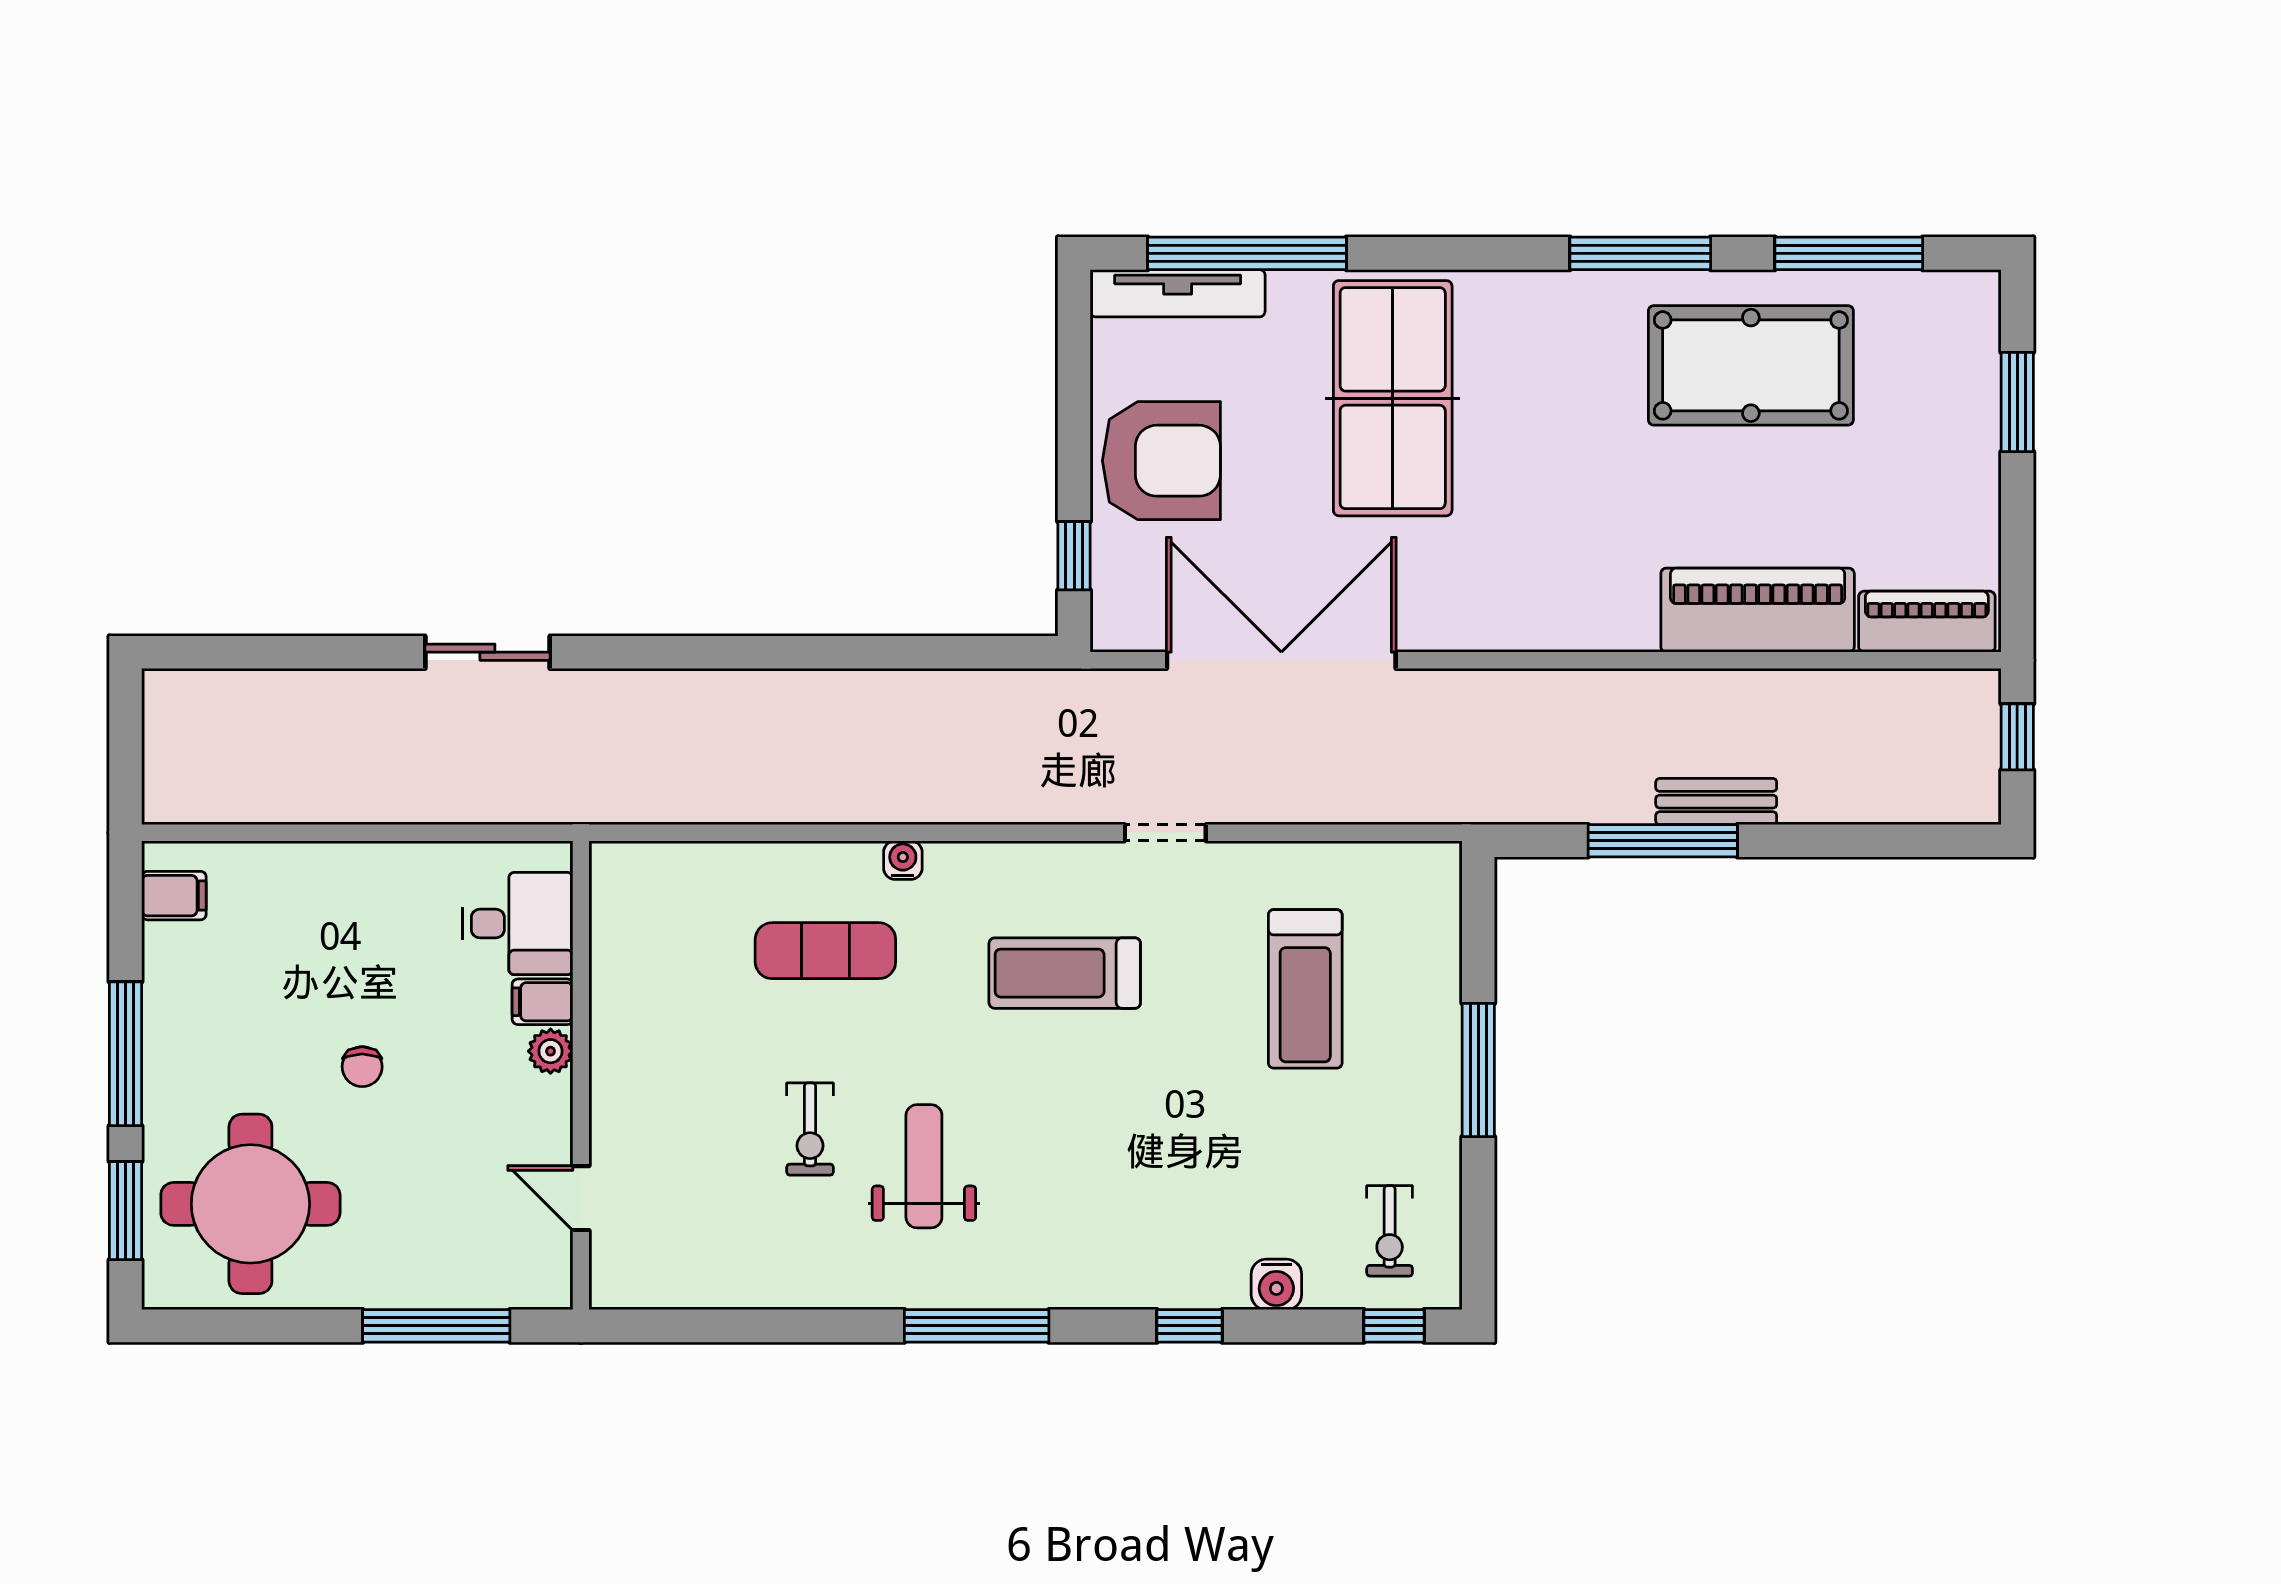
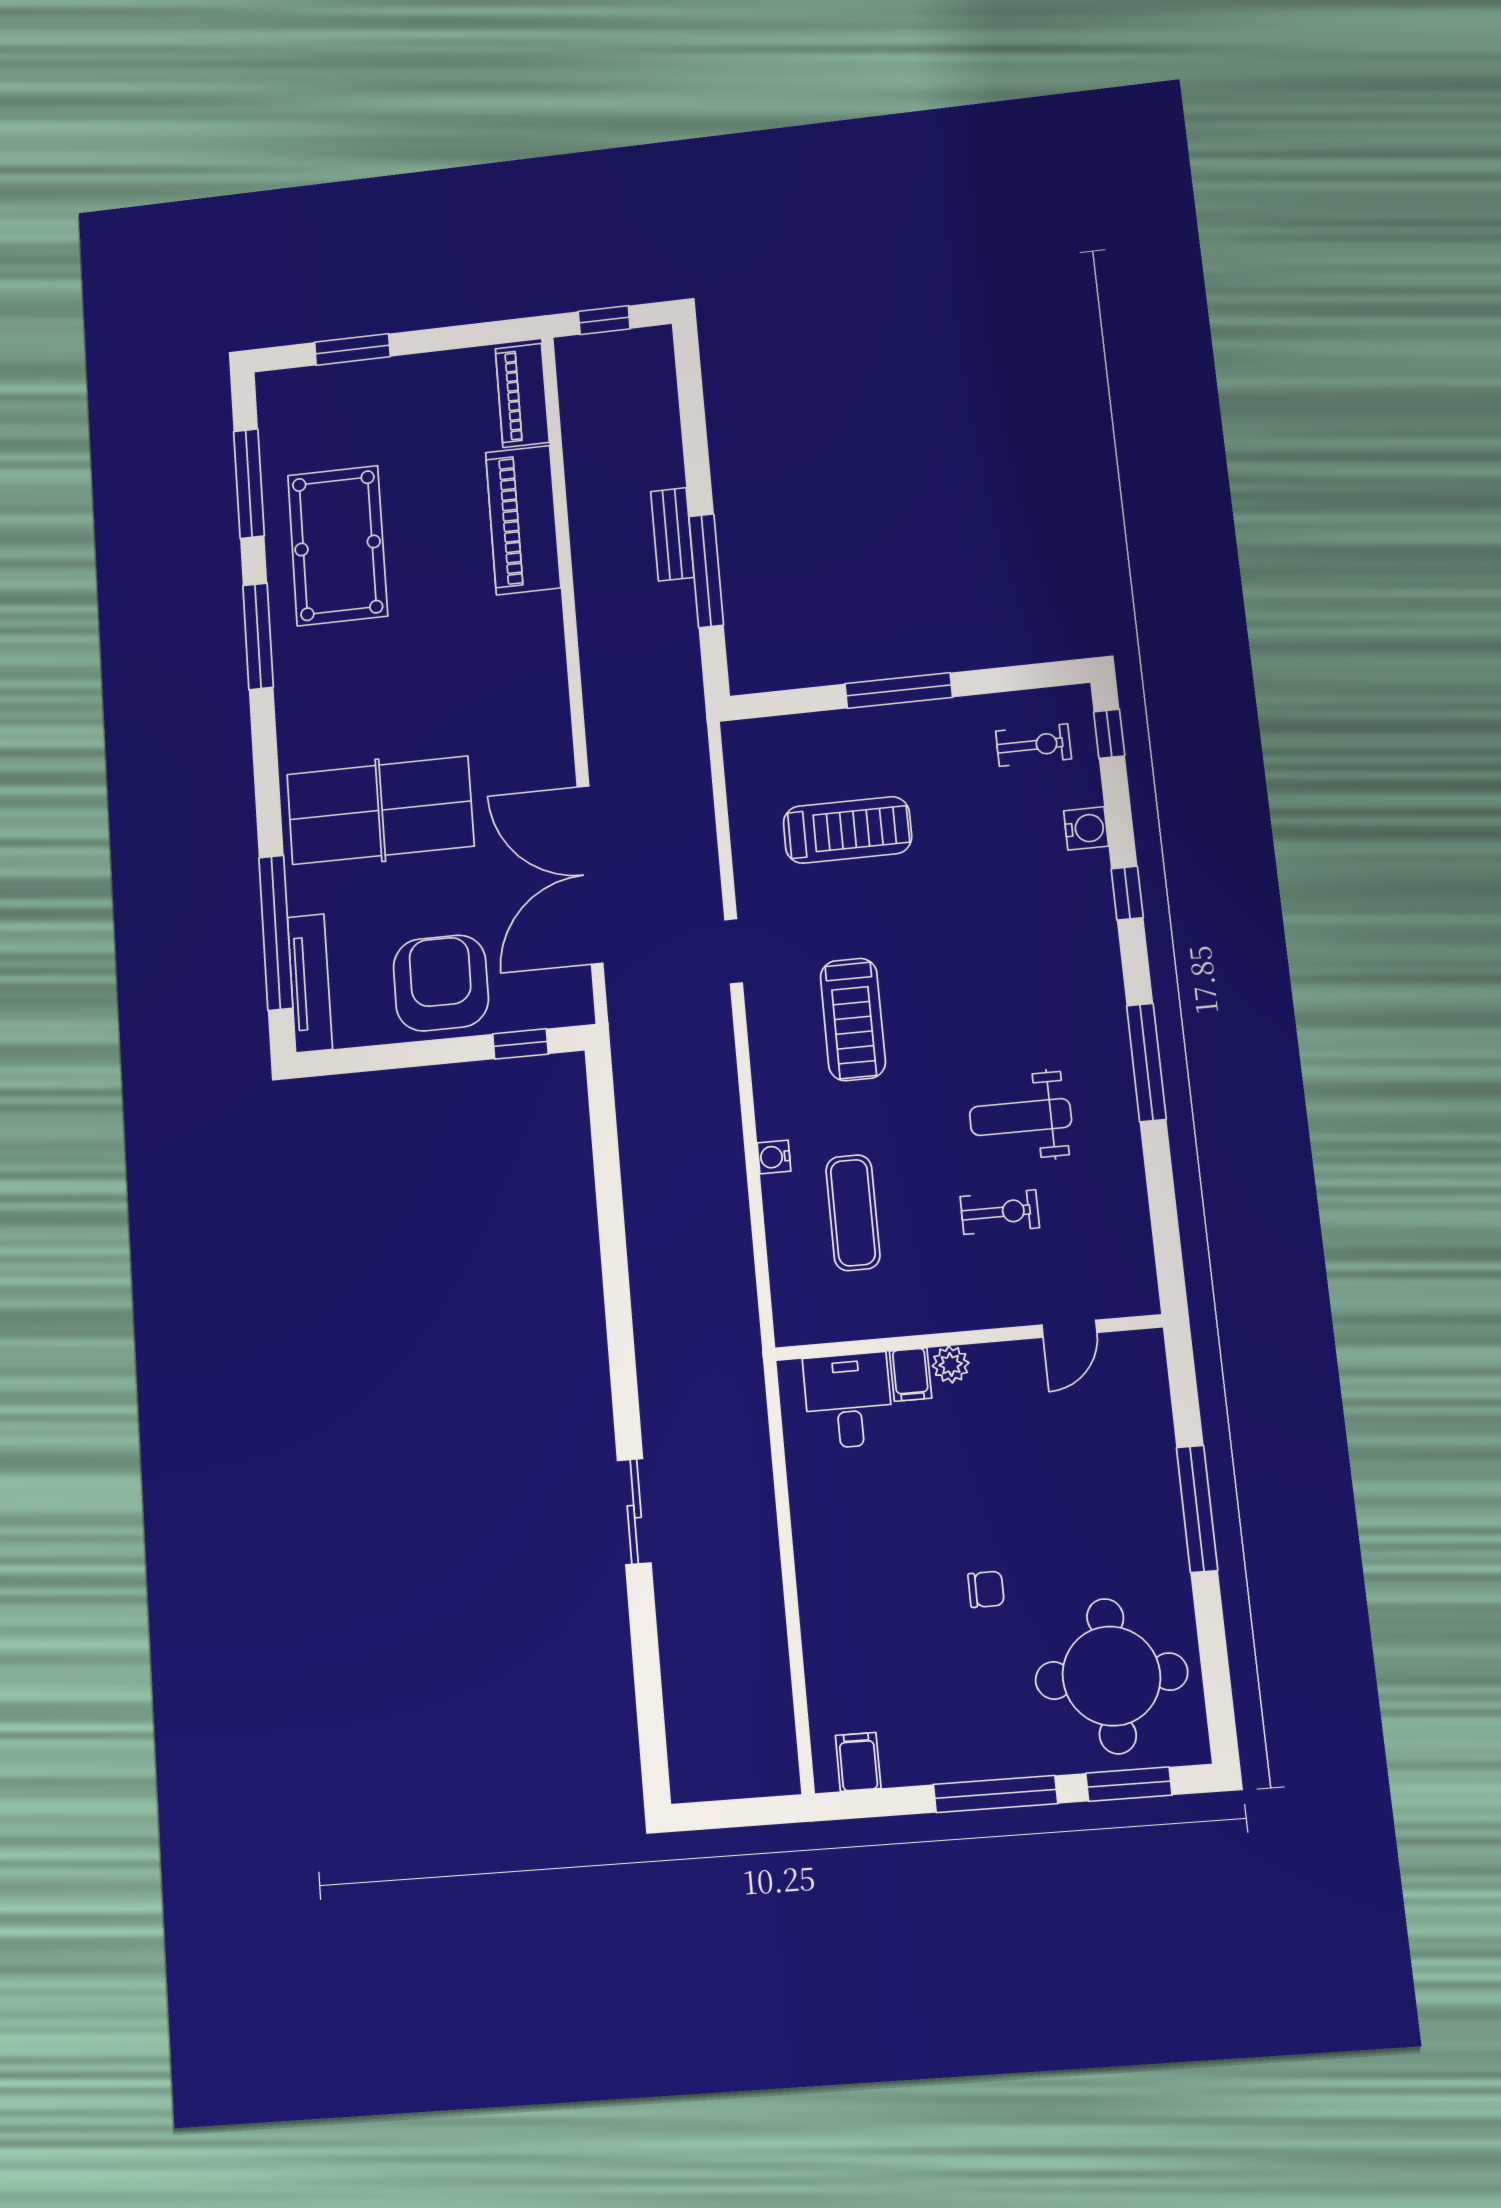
desk: (518, 924) -> (848, 1401), moved
filing cabinet: (542, 1002) -> (911, 1375), moved
plant: (551, 1051) -> (951, 1364), moved
wall: (581, 1075) -> (968, 1338), moved
door: (581, 1198) -> (1069, 1329), moved

